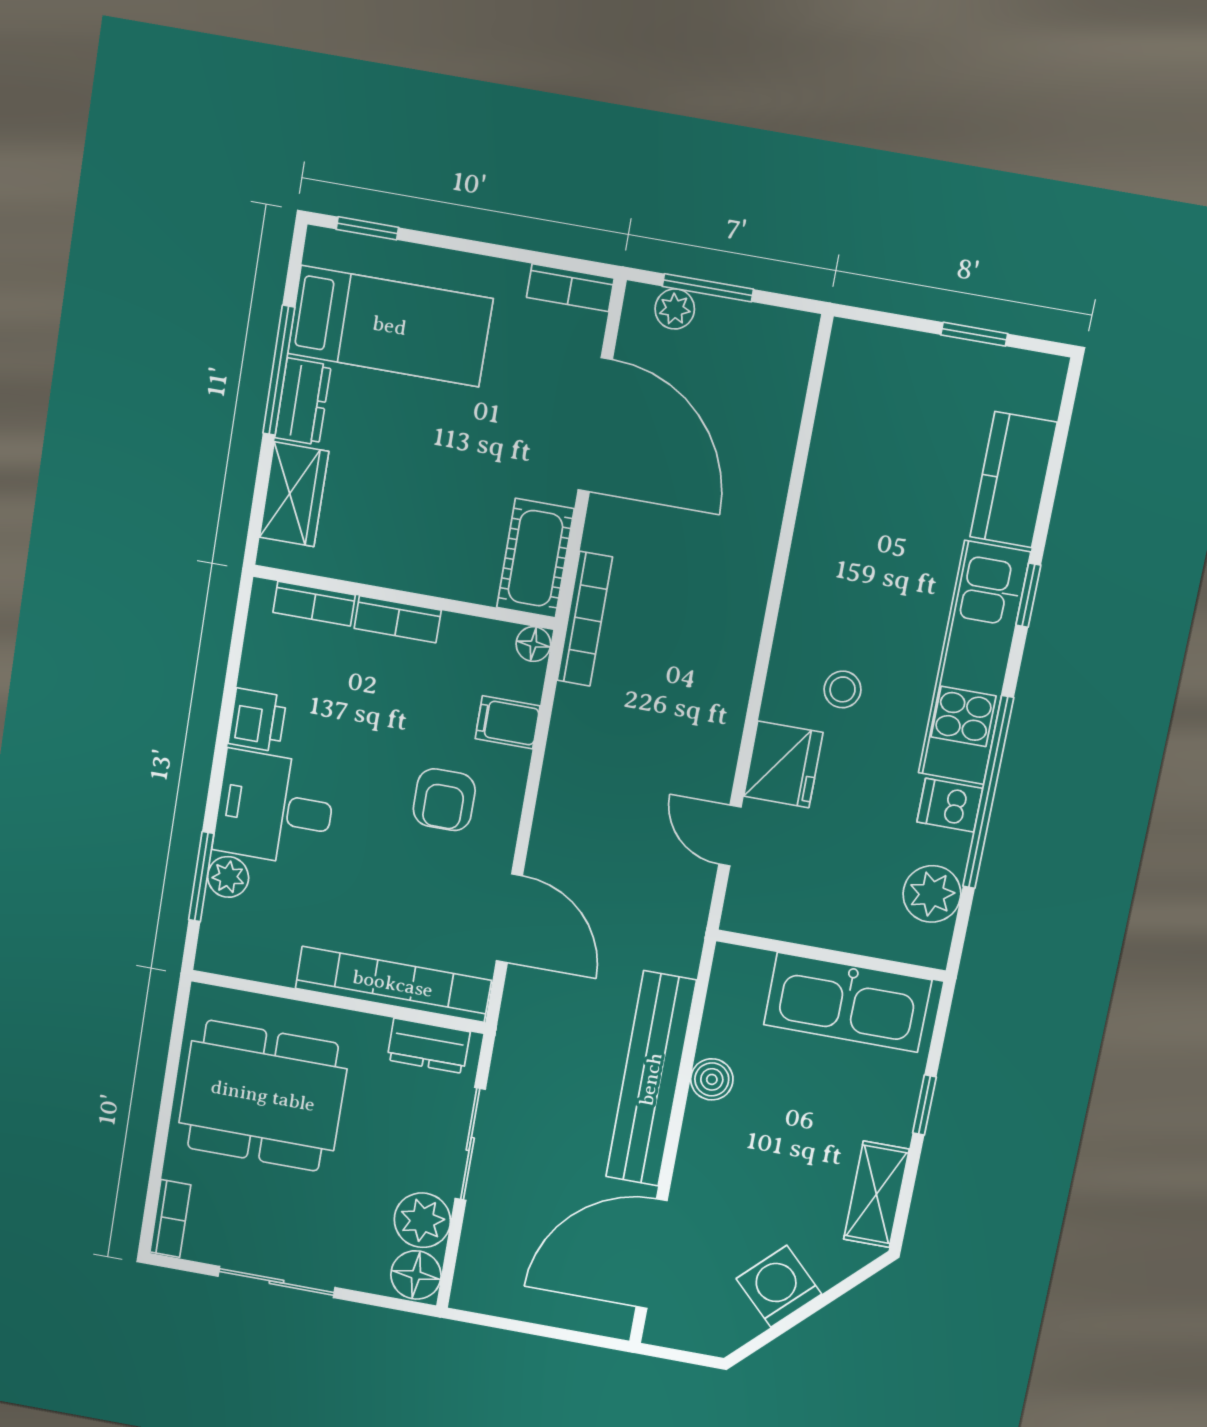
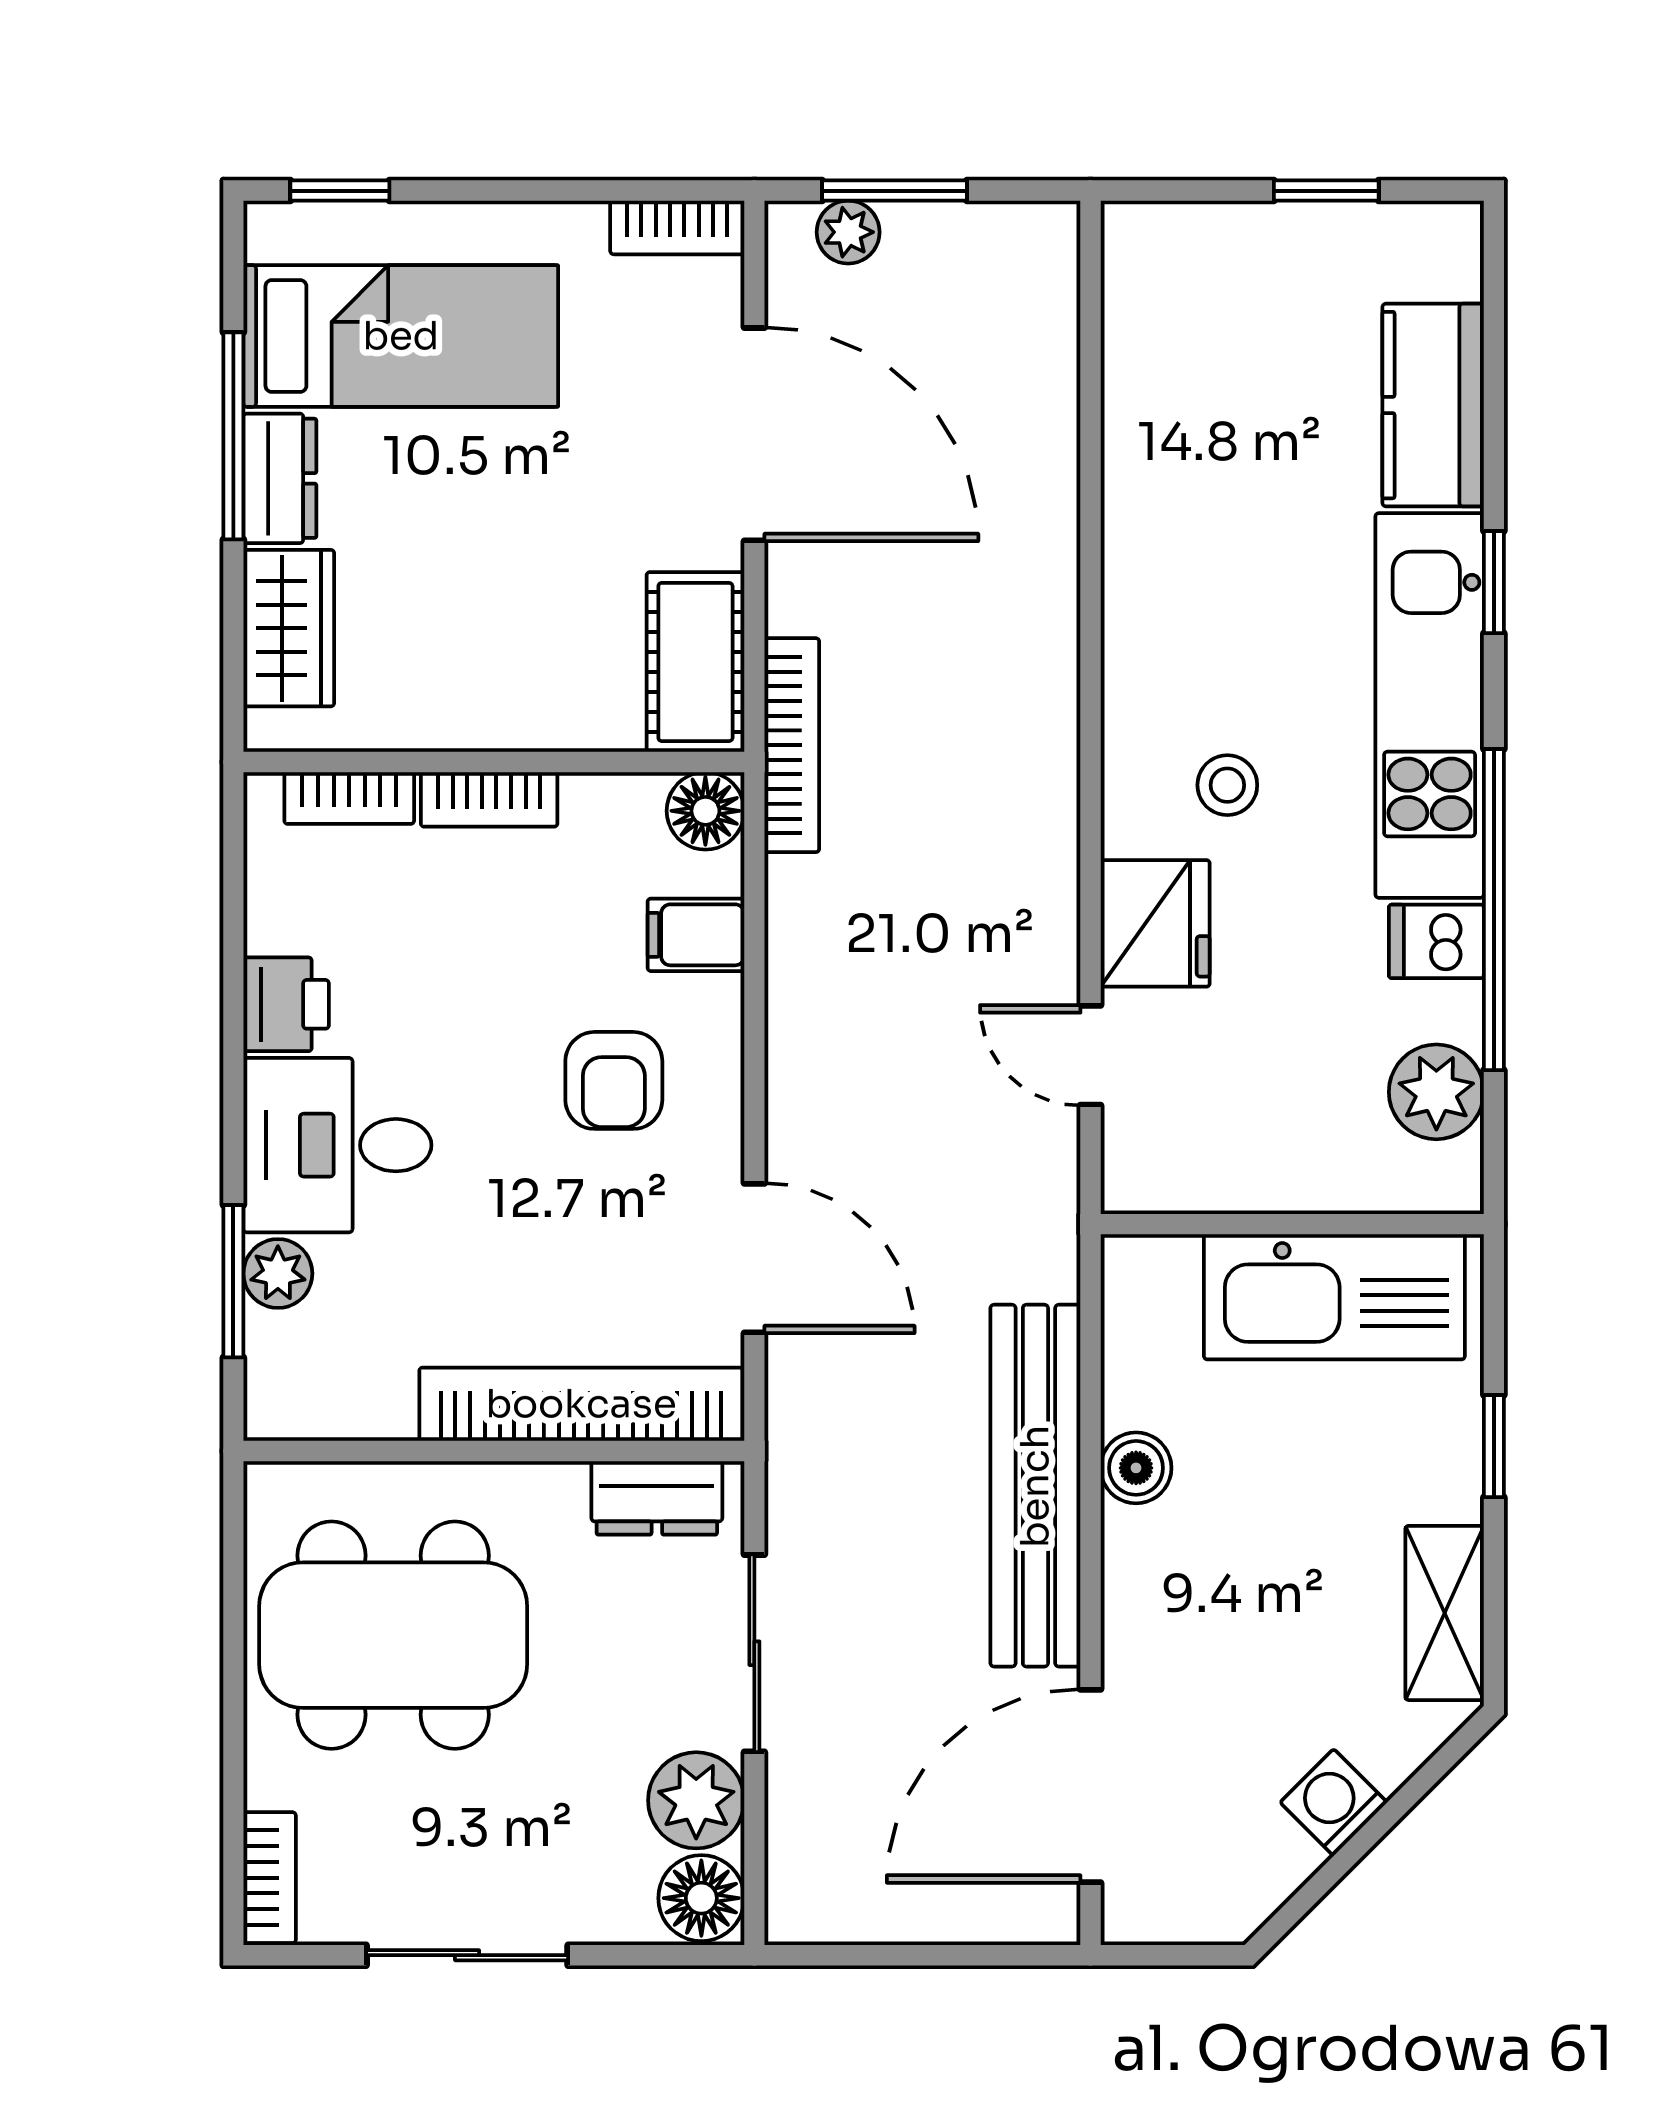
floor lamp: (533, 644) -> (705, 811), width x1.37, depth x1.37
washing machine: (779, 1286) -> (1334, 1802), width x0.73, depth x0.73

